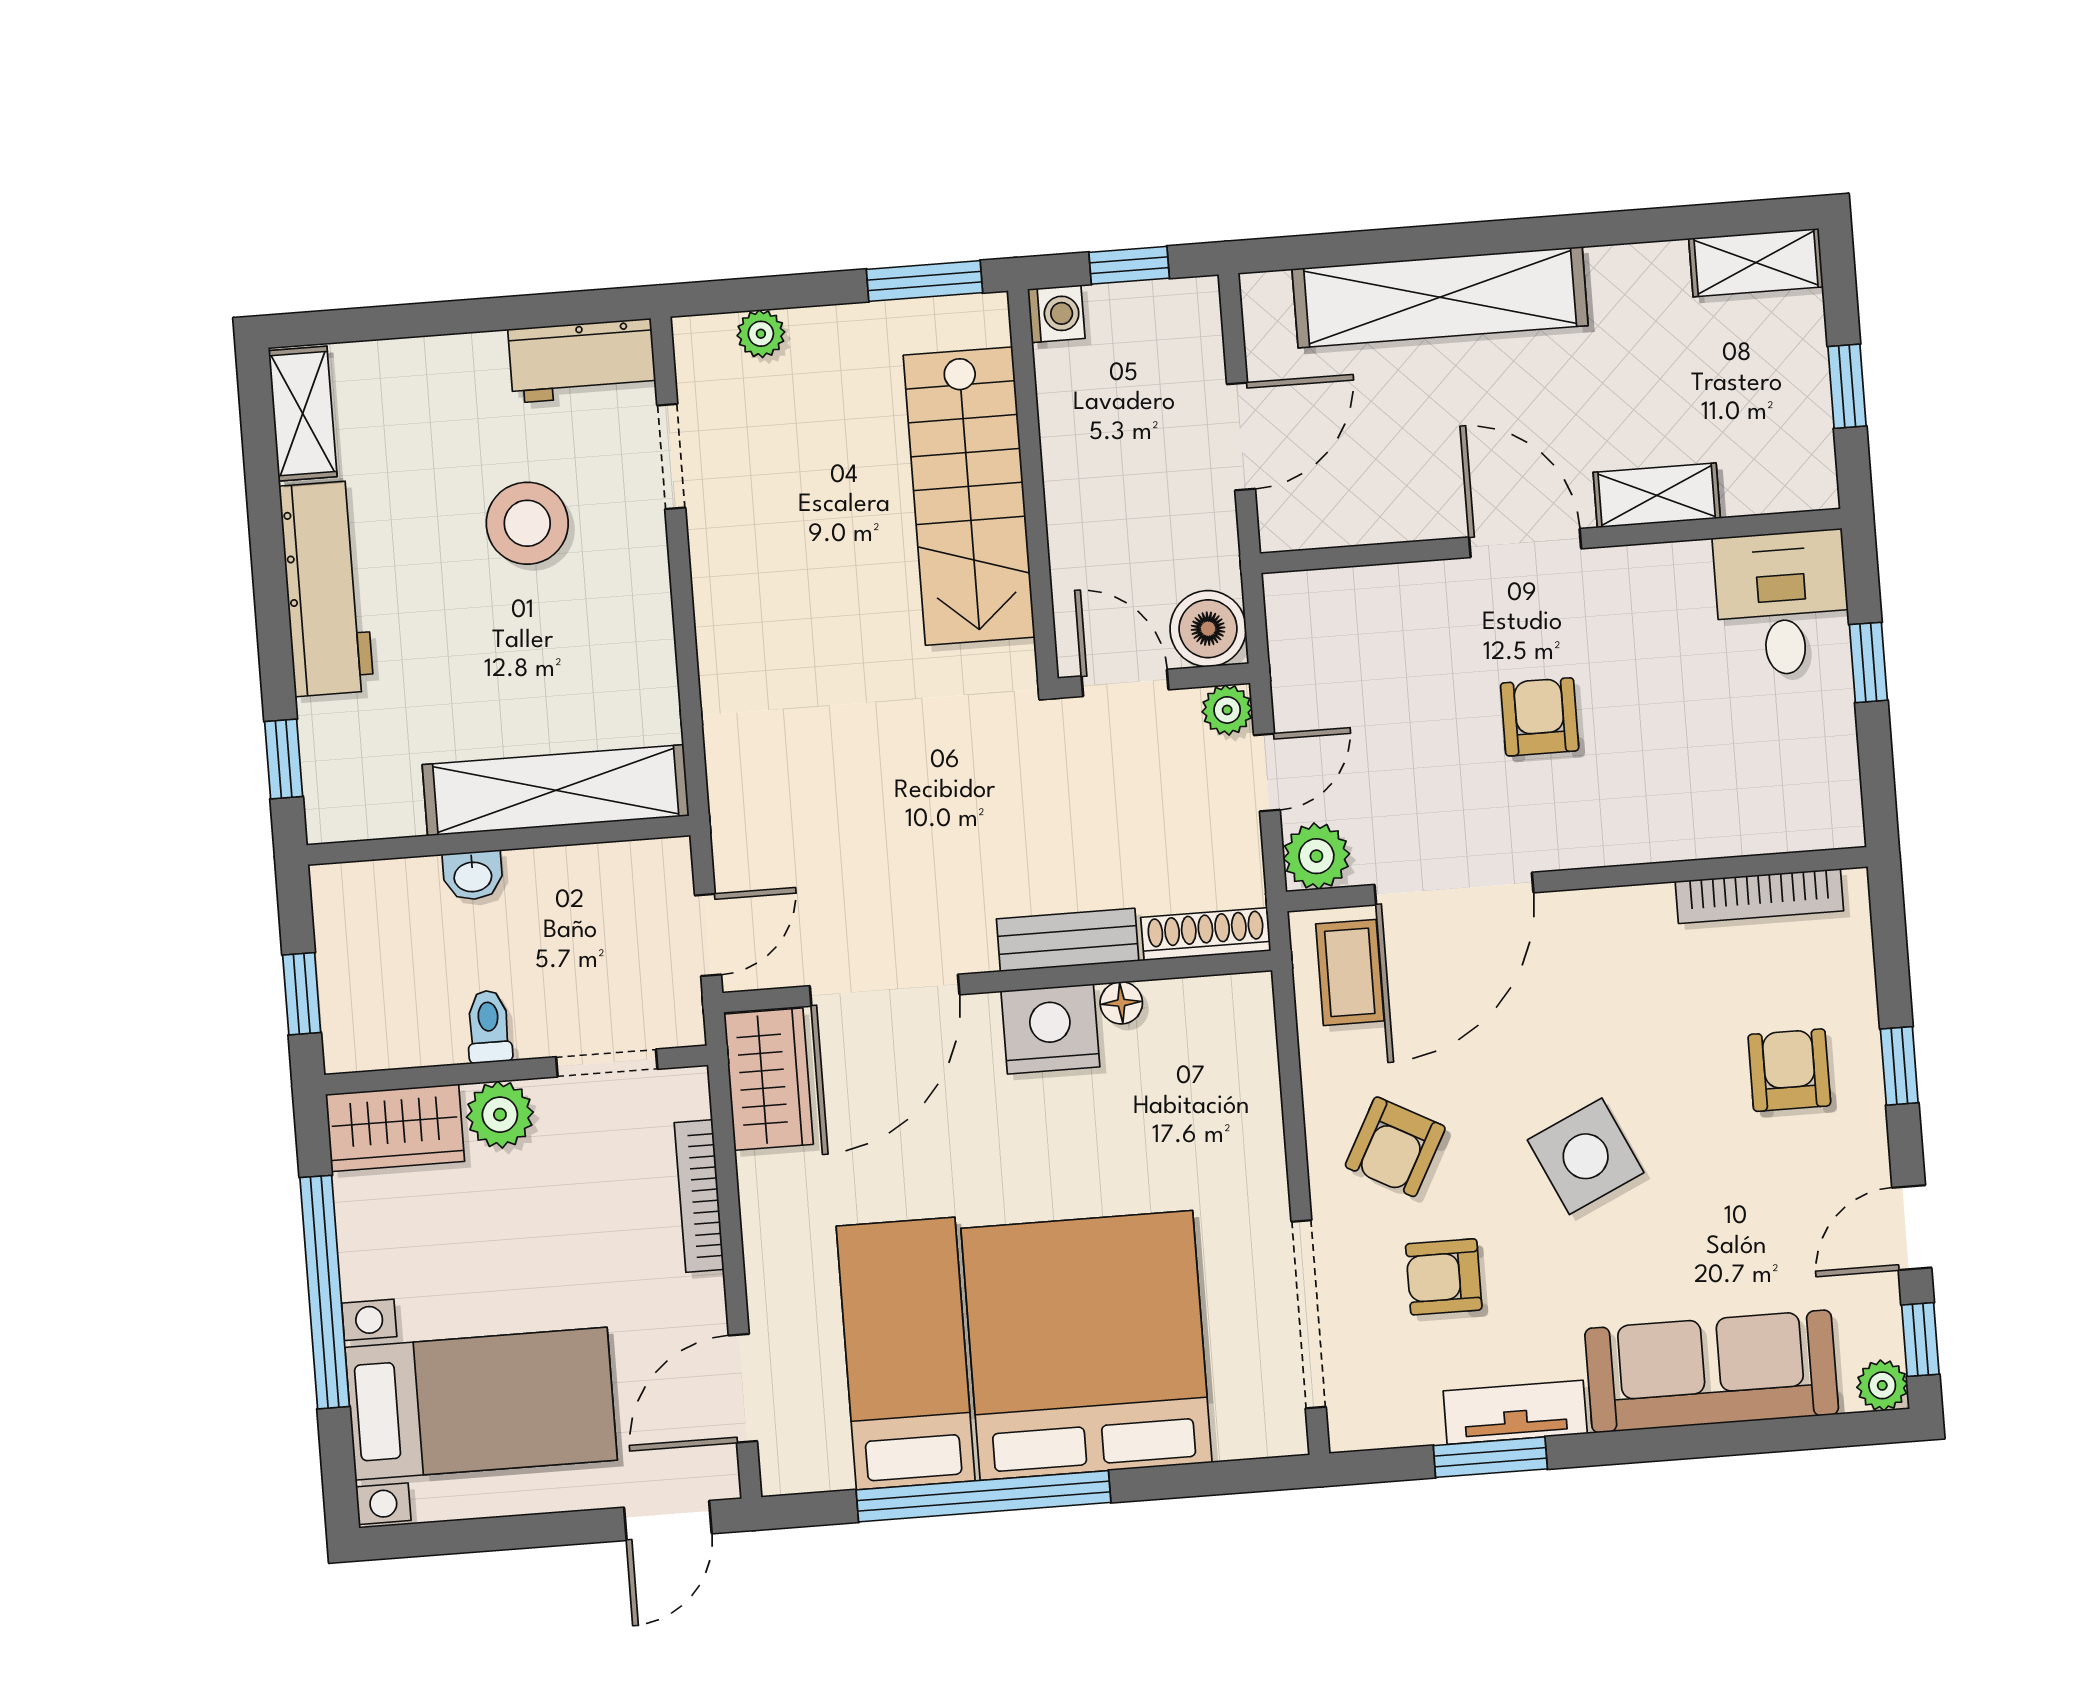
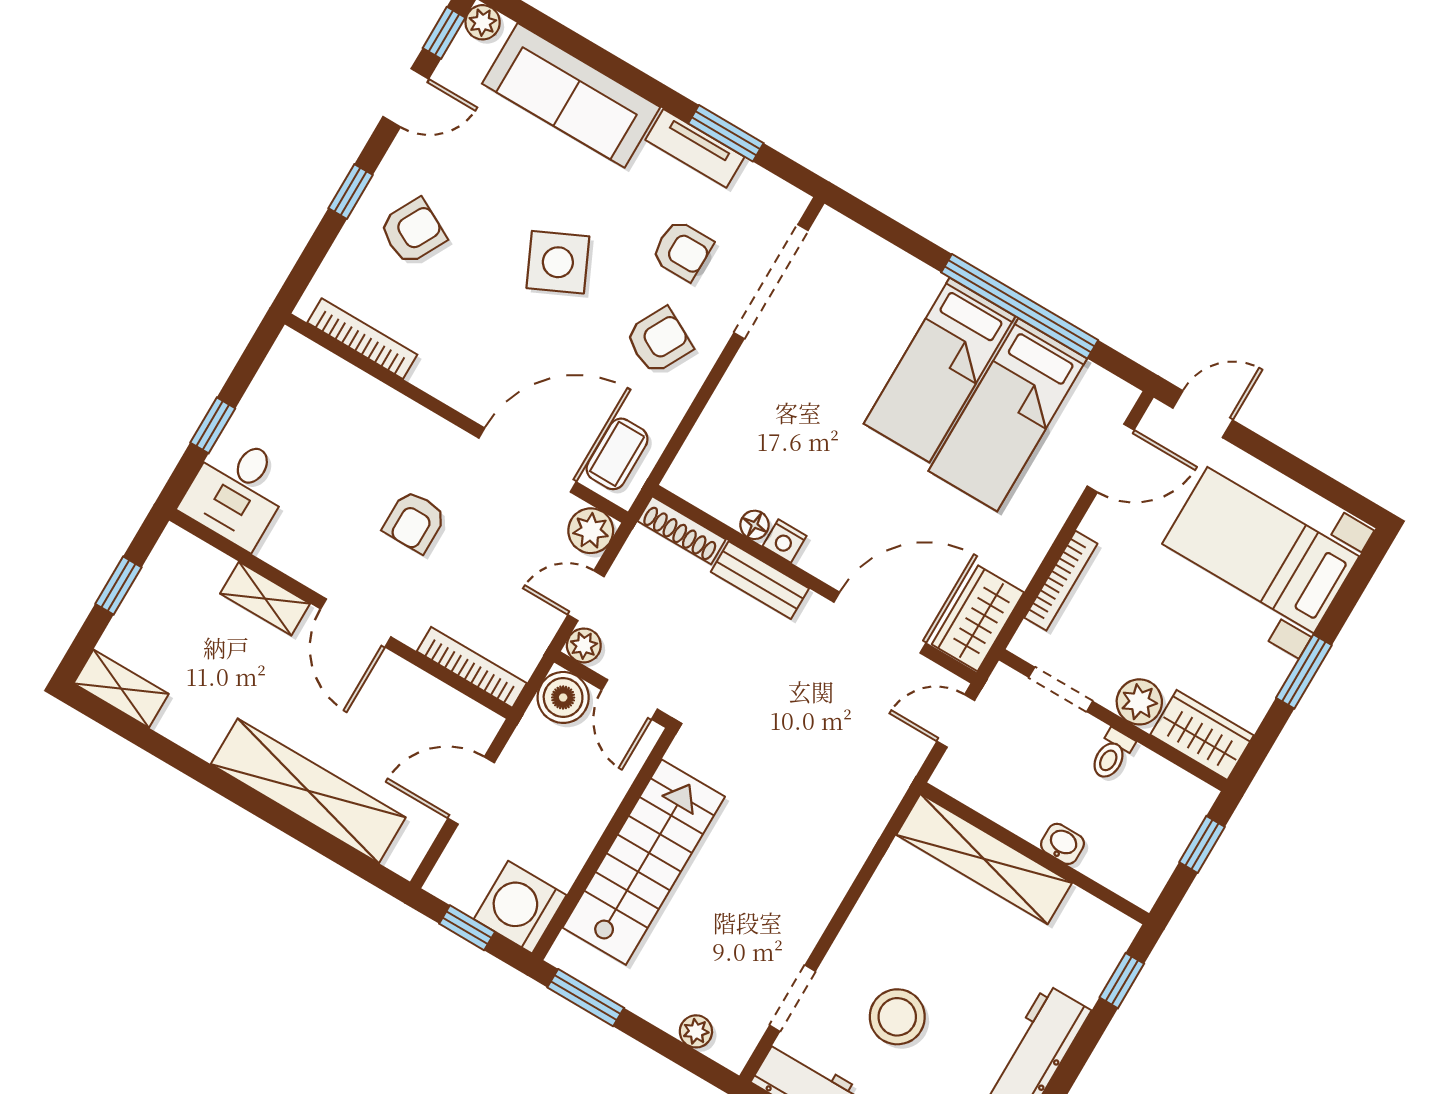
washing machine: (1056, 314) -> (520, 907), width x1.89, depth x1.89
bookcase: (1345, 588) -> (472, 667), added
nightstand: (1050, 1029) -> (785, 541), width x0.53, depth x0.56
armchair: (1789, 1070) -> (413, 231), turned -152
window: (325, 1292) -> (1304, 672), width x0.47
bed: (1086, 1345) -> (940, 370), width x0.49

